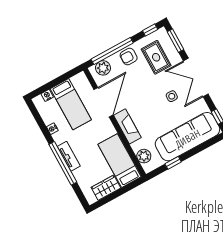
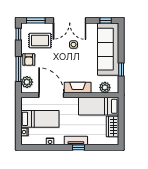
window: (112, 51) -> (18, 69), width x0.68
window: (63, 163) -> (78, 147), width x0.32

